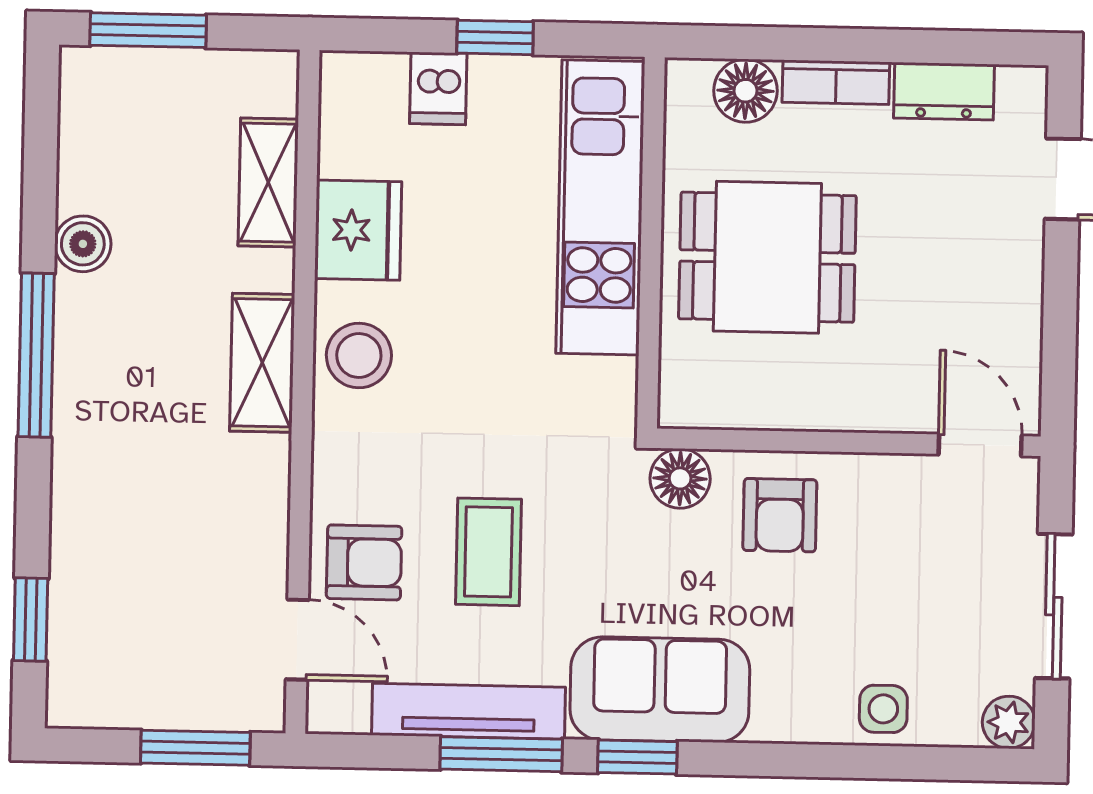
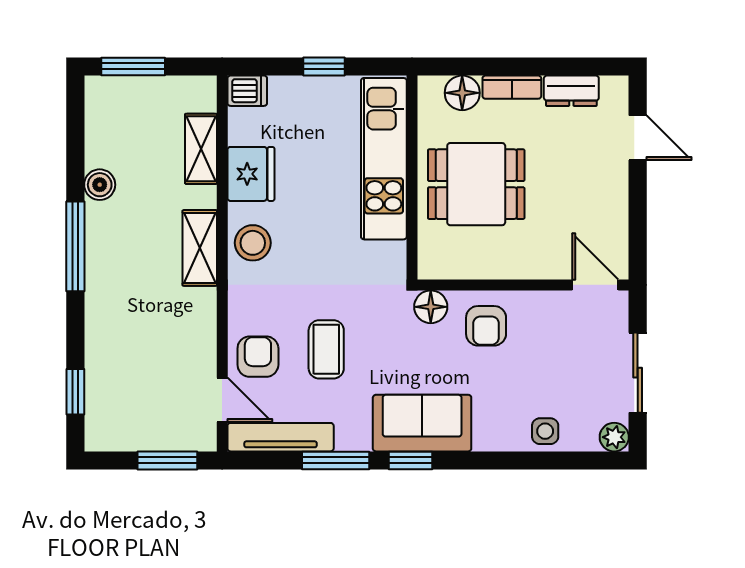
dishwasher: (438, 88) -> (247, 91), moved, turned -90
armchair: (364, 562) -> (258, 357), turned -90
tv unit: (468, 711) -> (281, 437), moved

